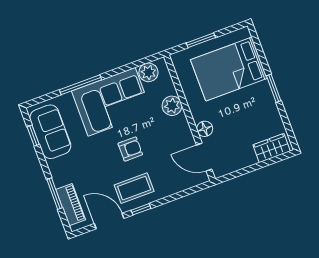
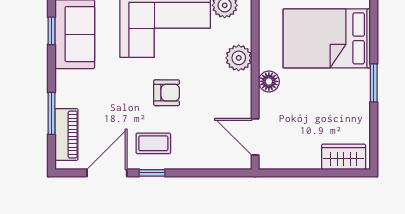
floor lamp: (205, 129) -> (269, 81), moved
coffee table: (134, 188) -> (153, 143), width x0.73, depth x0.77
door: (109, 221) -> (107, 173), hinge flipped

